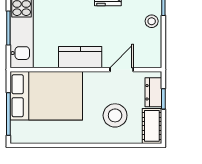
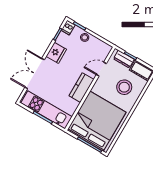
door: (122, 70) -> (101, 69), hinge flipped
bed: (46, 96) -> (96, 121), width x1.36

